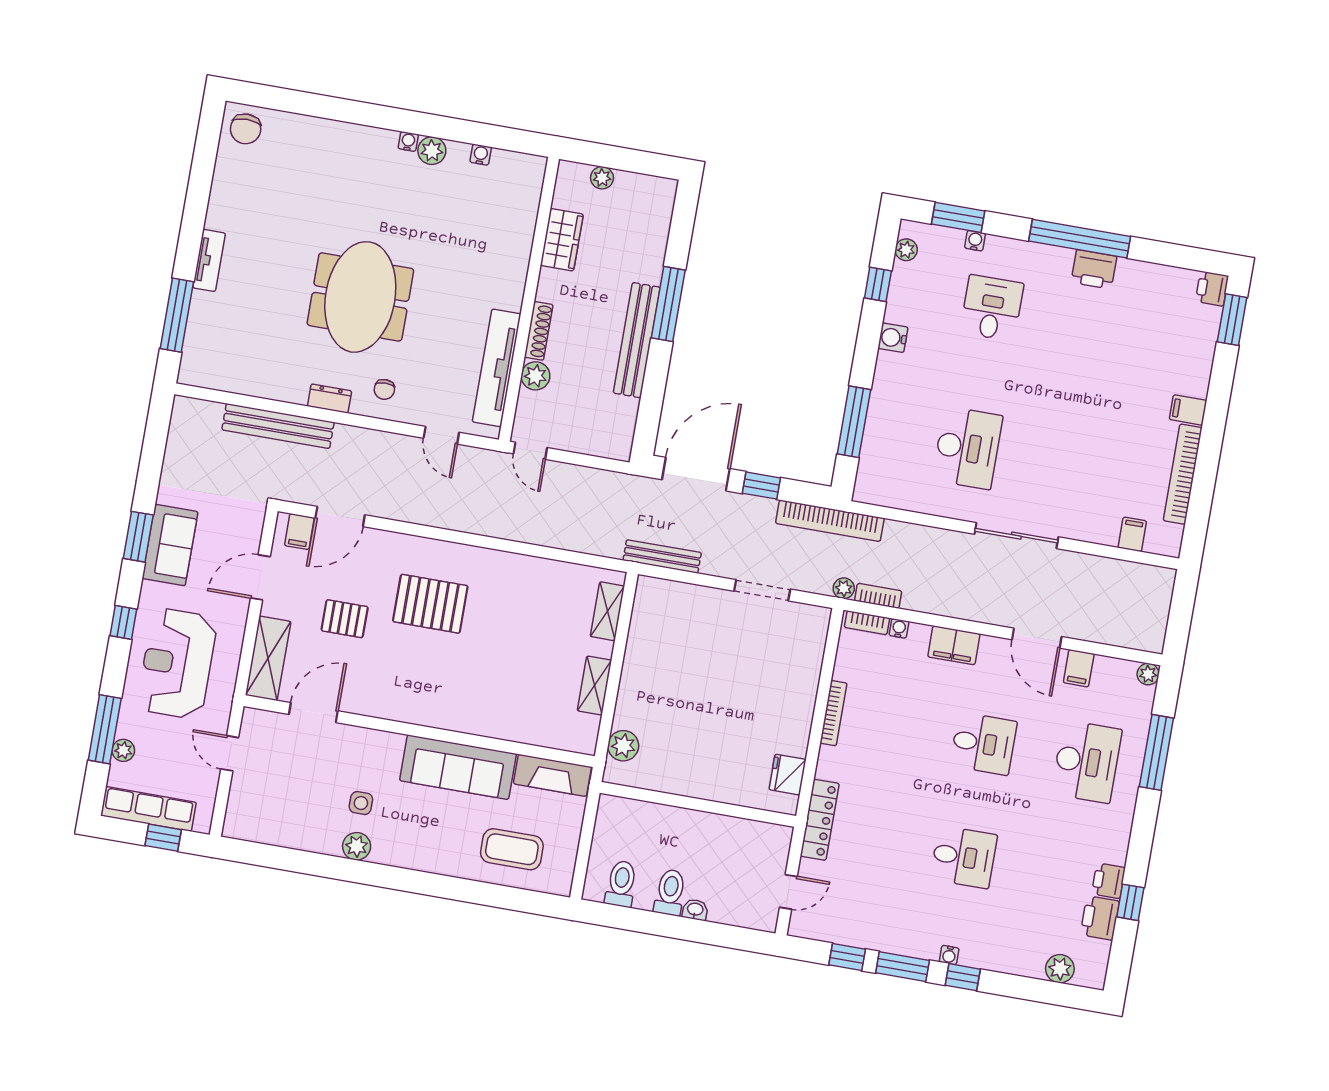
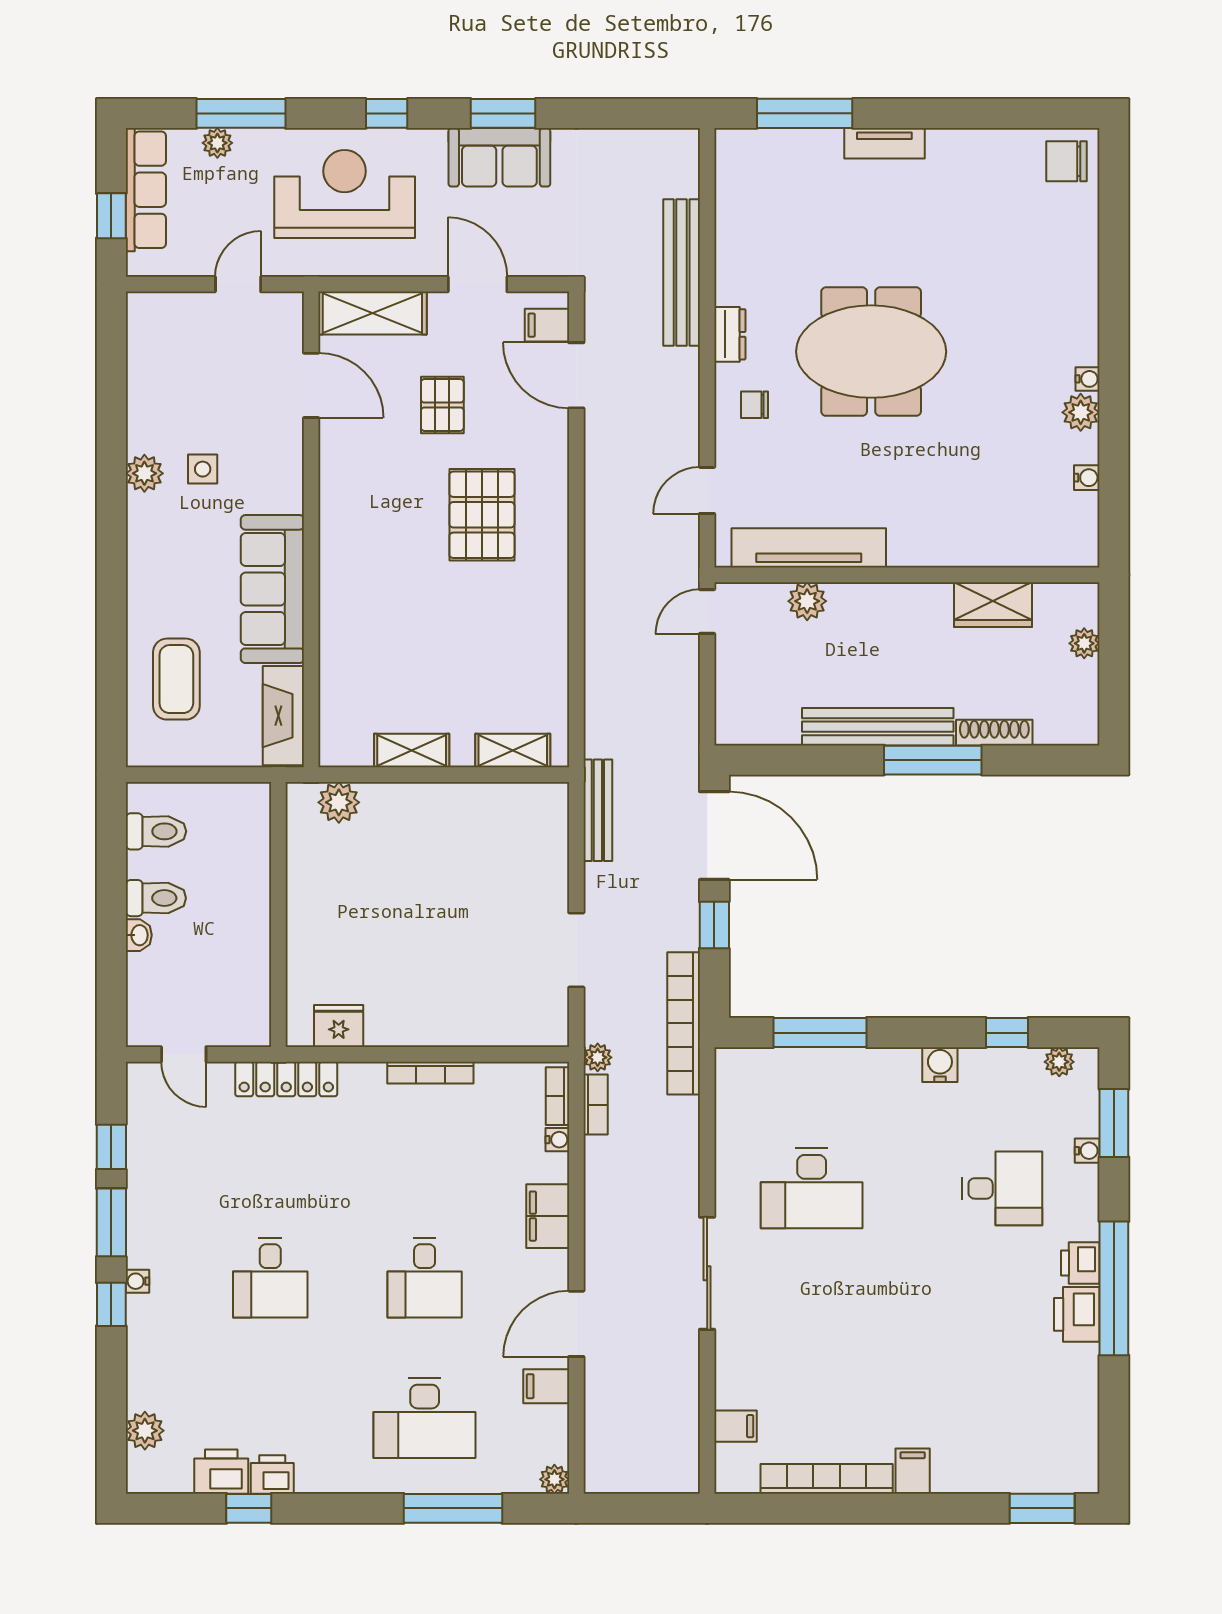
printer: (1212, 289) -> (1080, 1263), moved, turned -90
shoe rack: (539, 331) -> (994, 733), moved, turned 180

